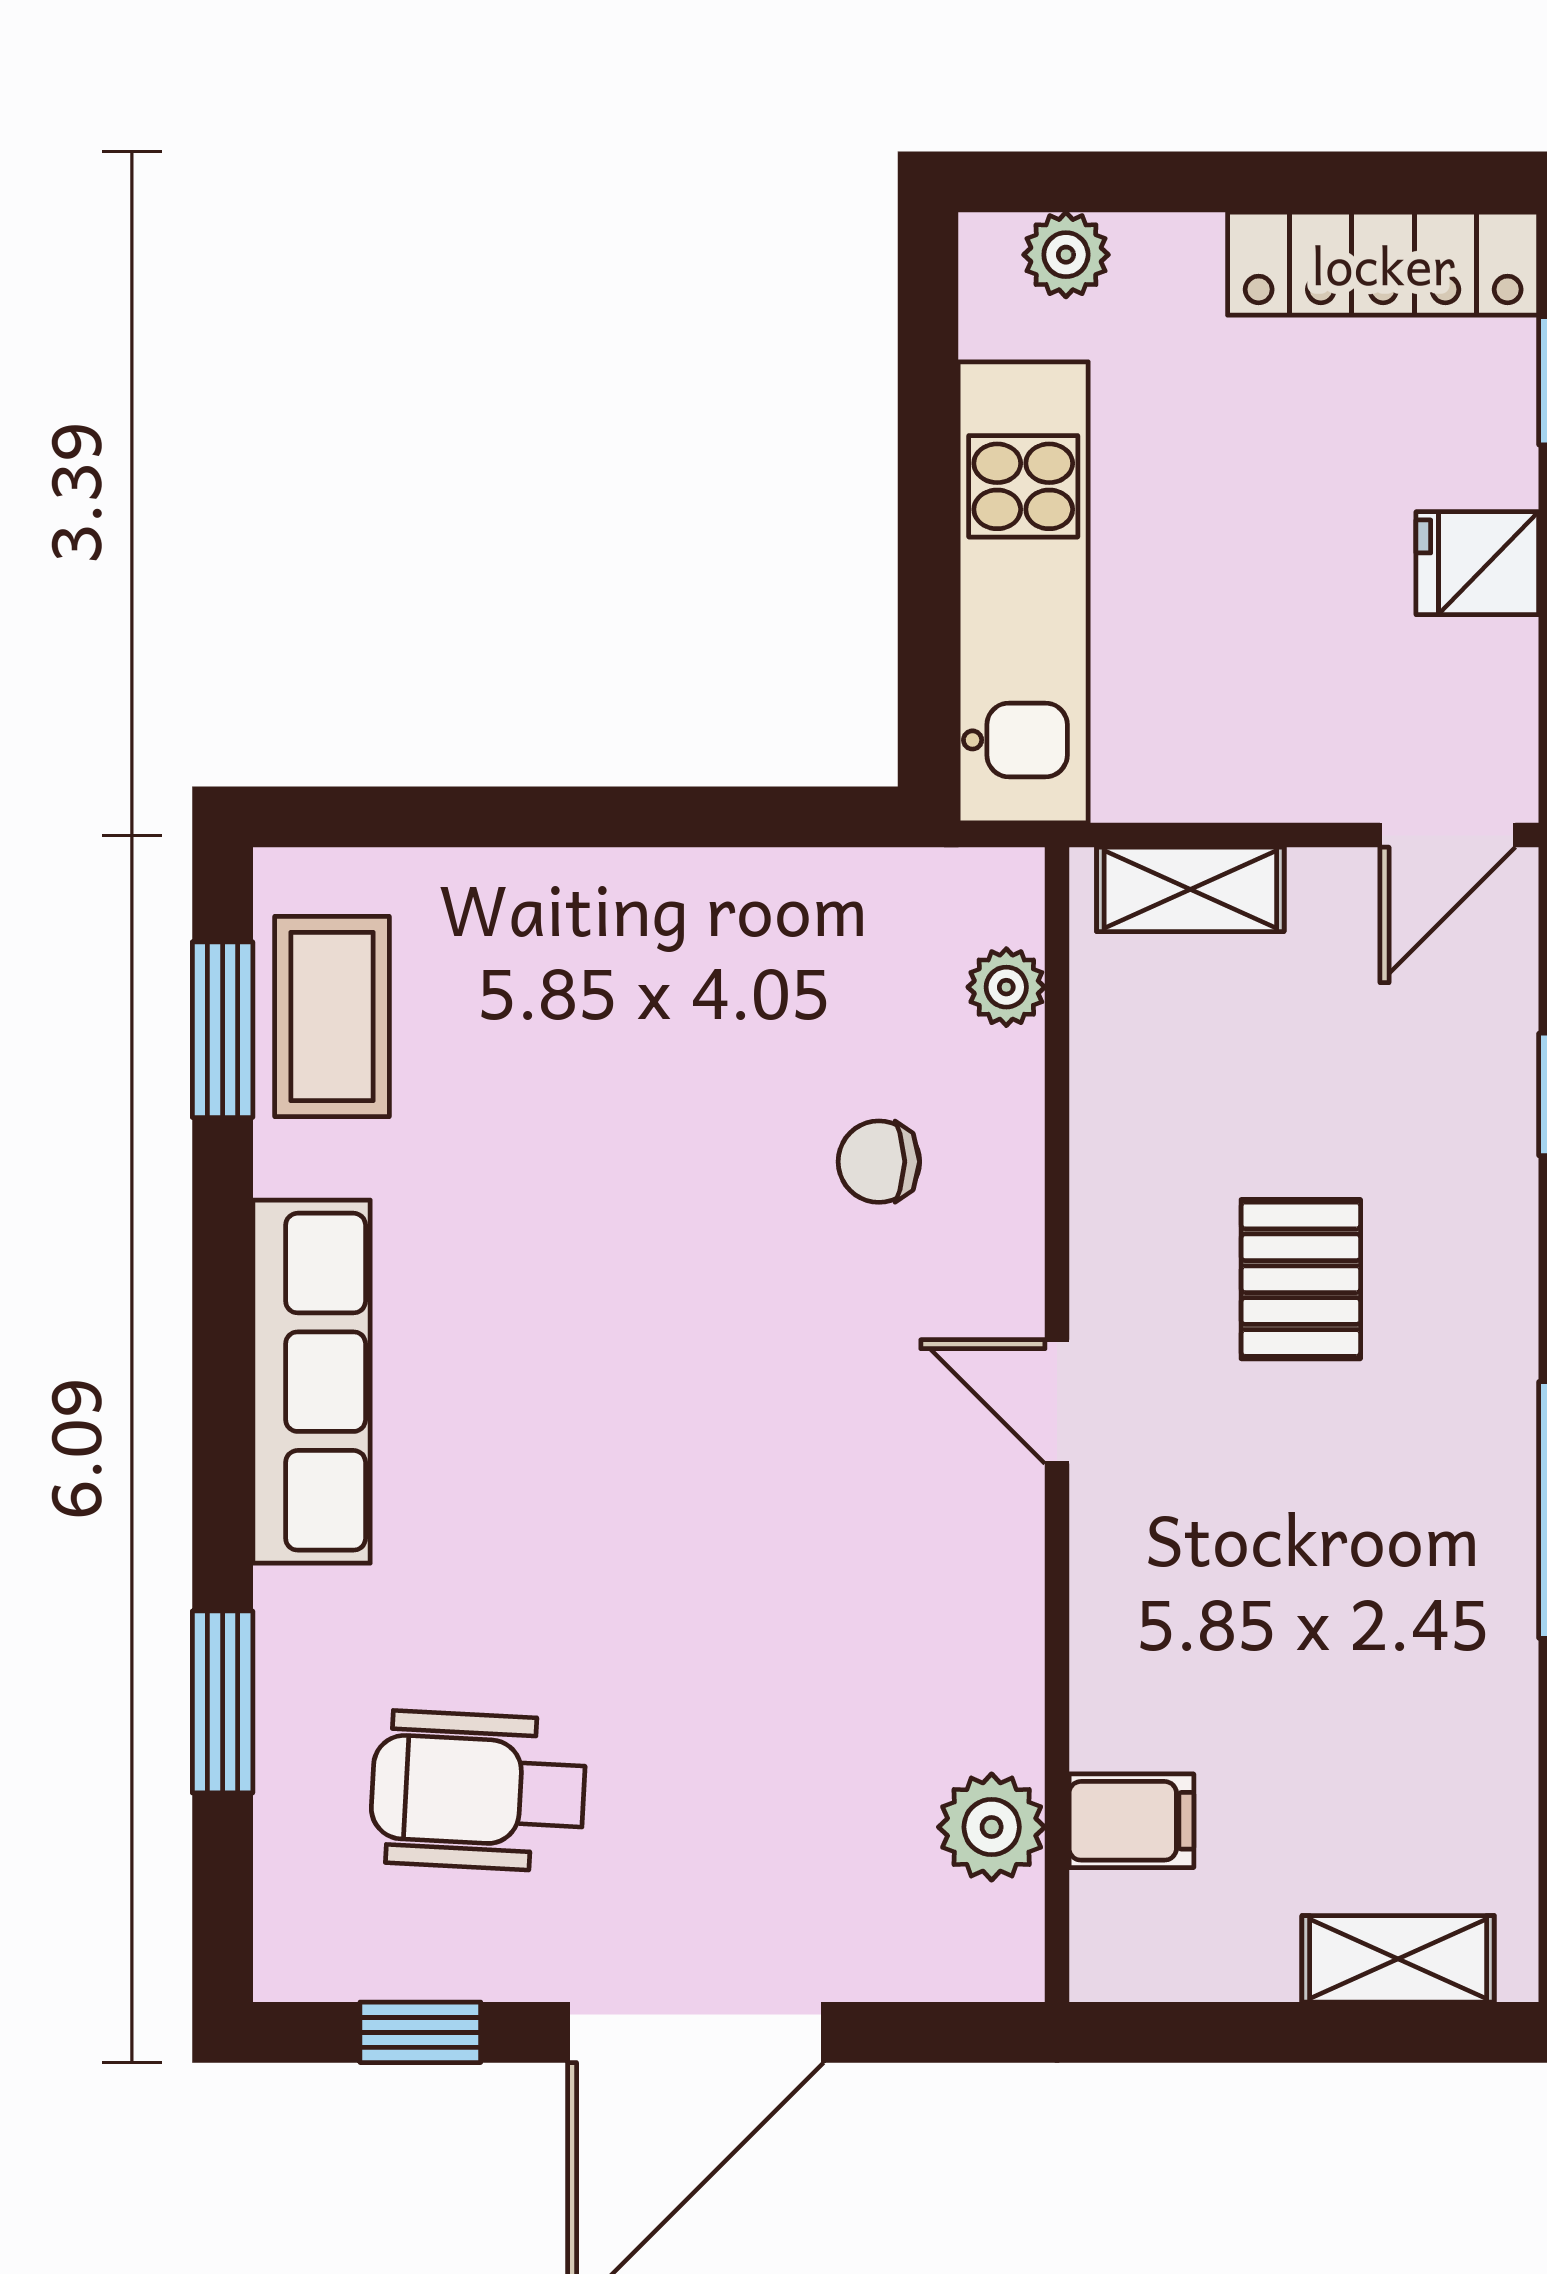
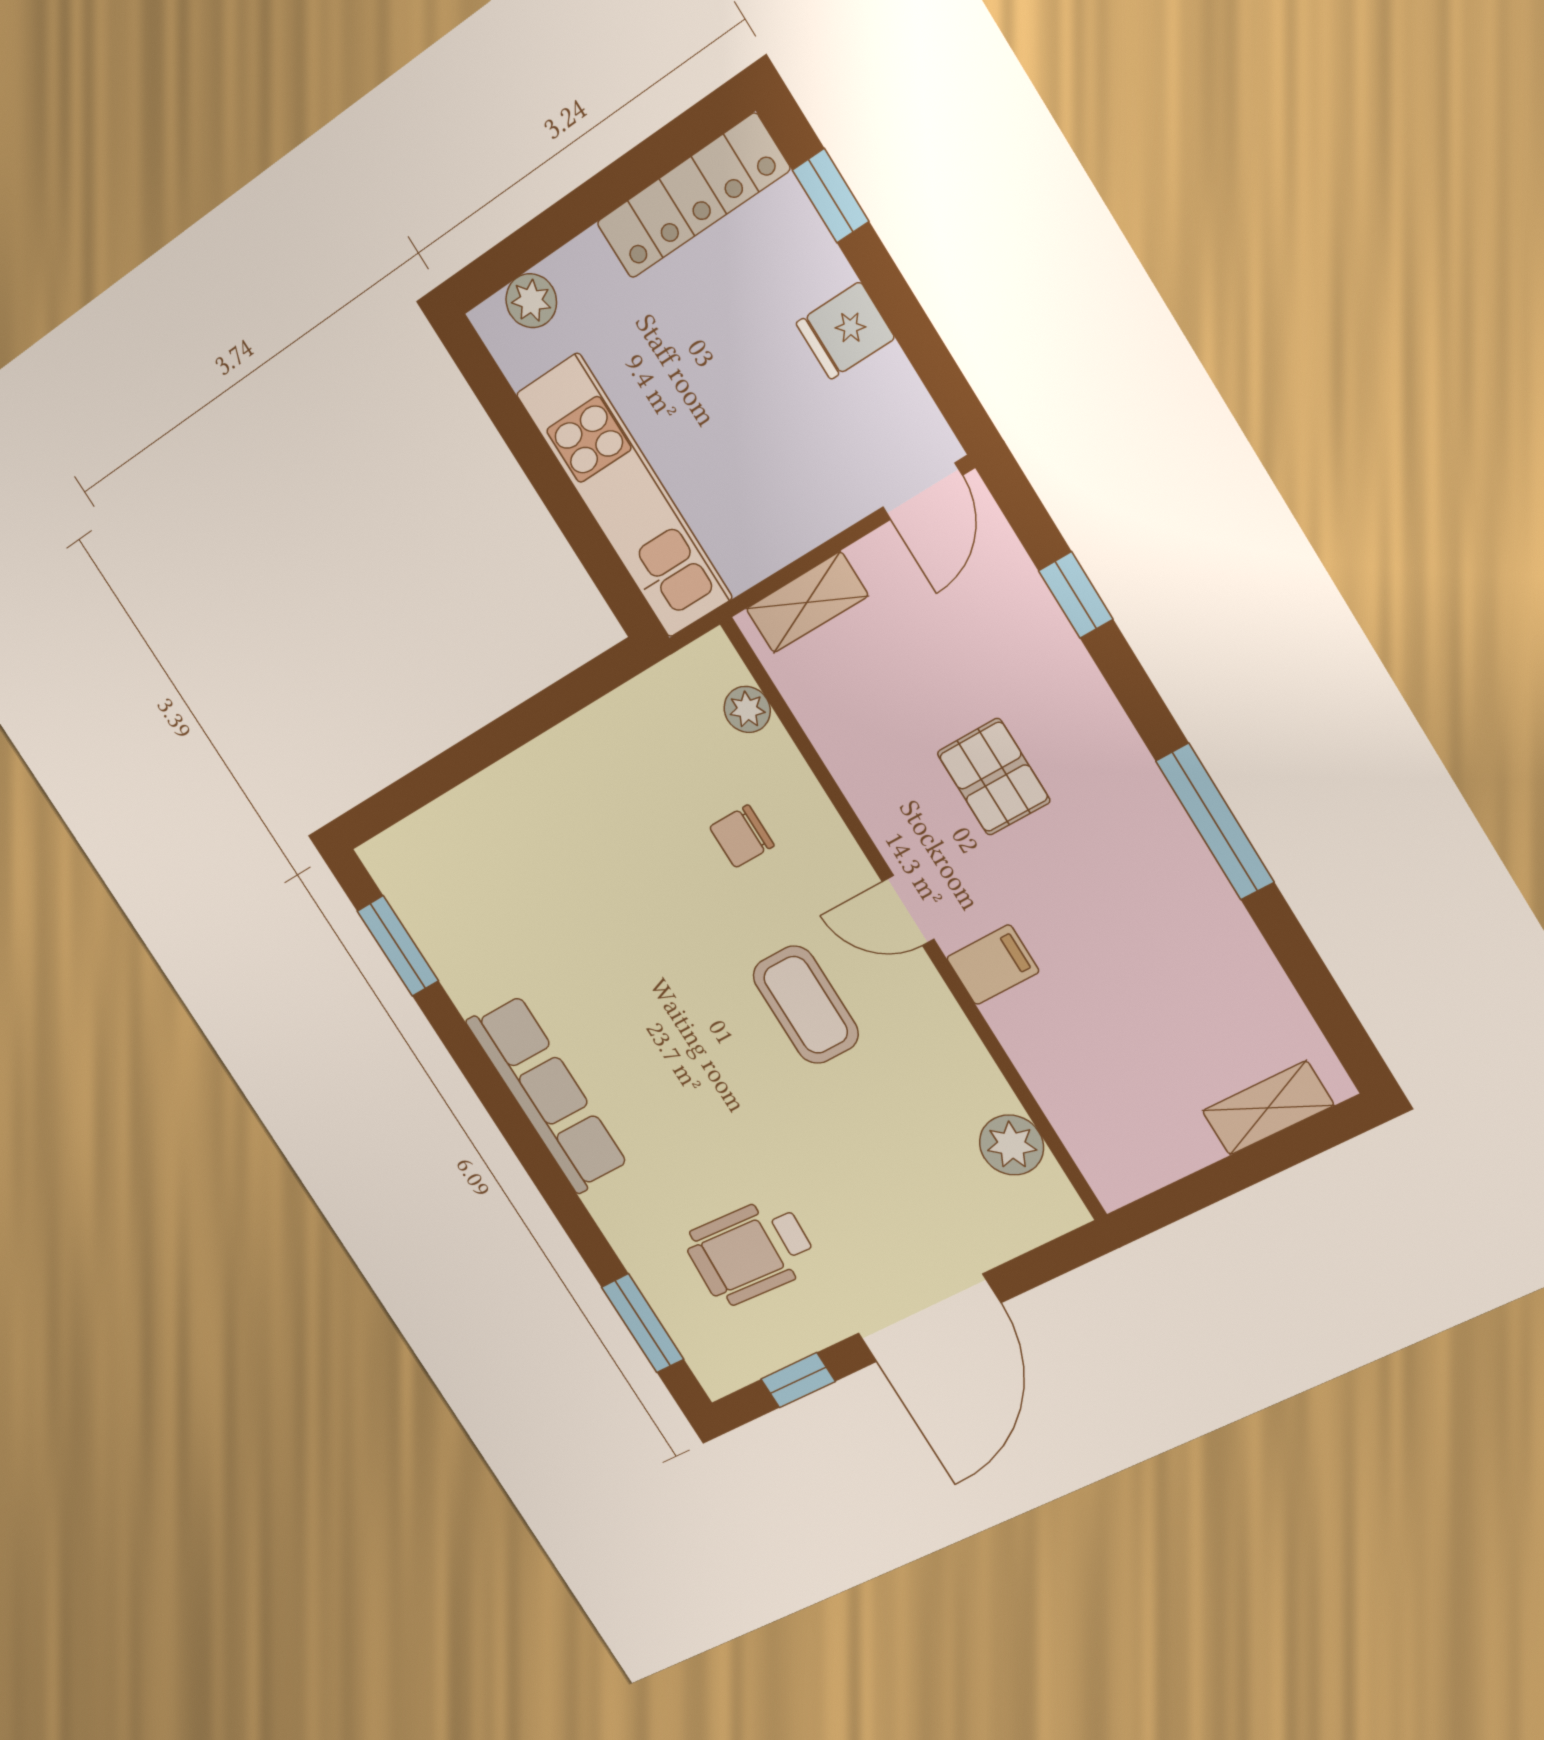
coffee table: (332, 1017) -> (806, 1005), moved
window: (223, 1702) -> (643, 1323), moved
filing cabinet: (1131, 1821) -> (993, 965), moved

